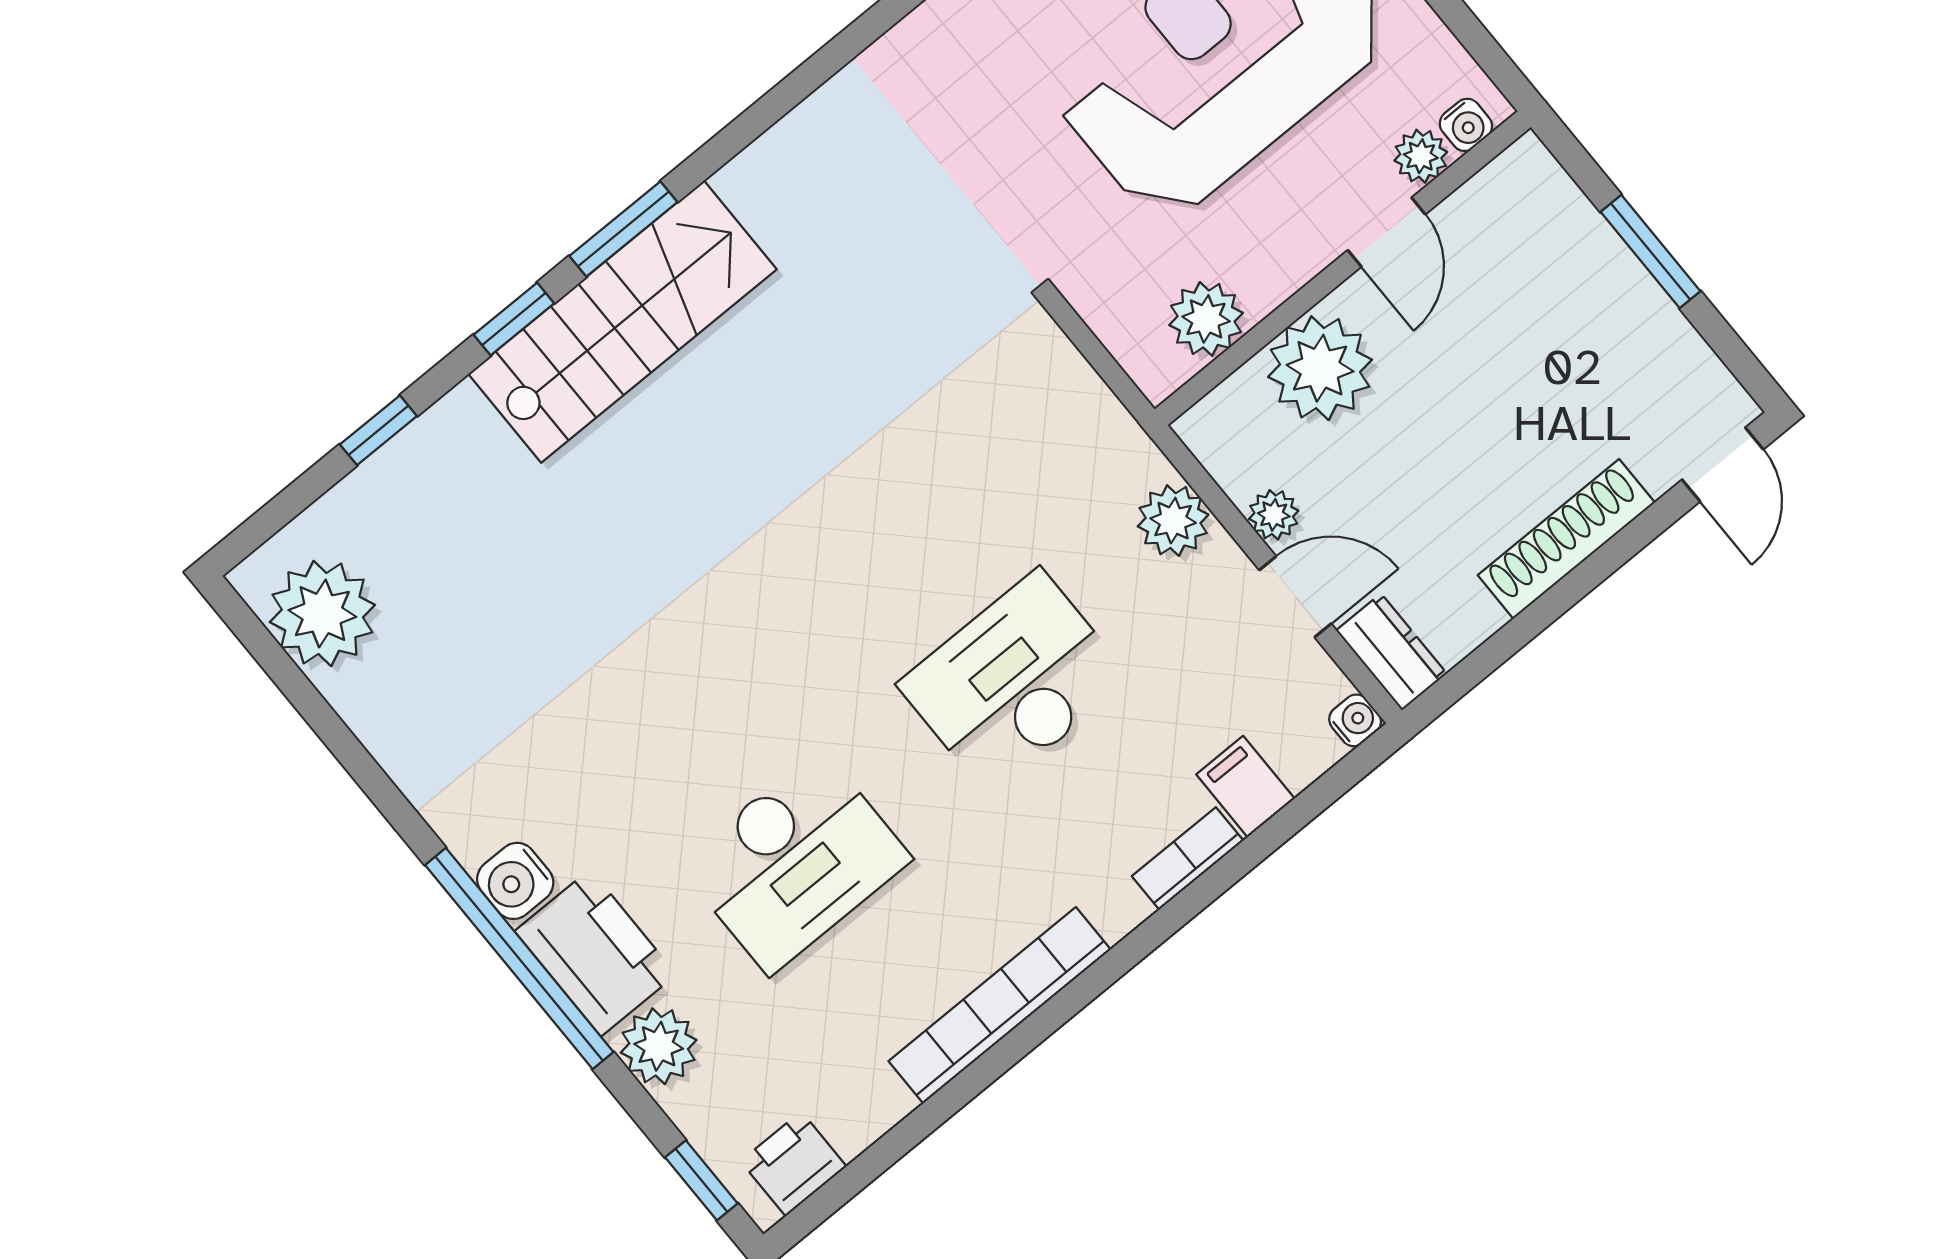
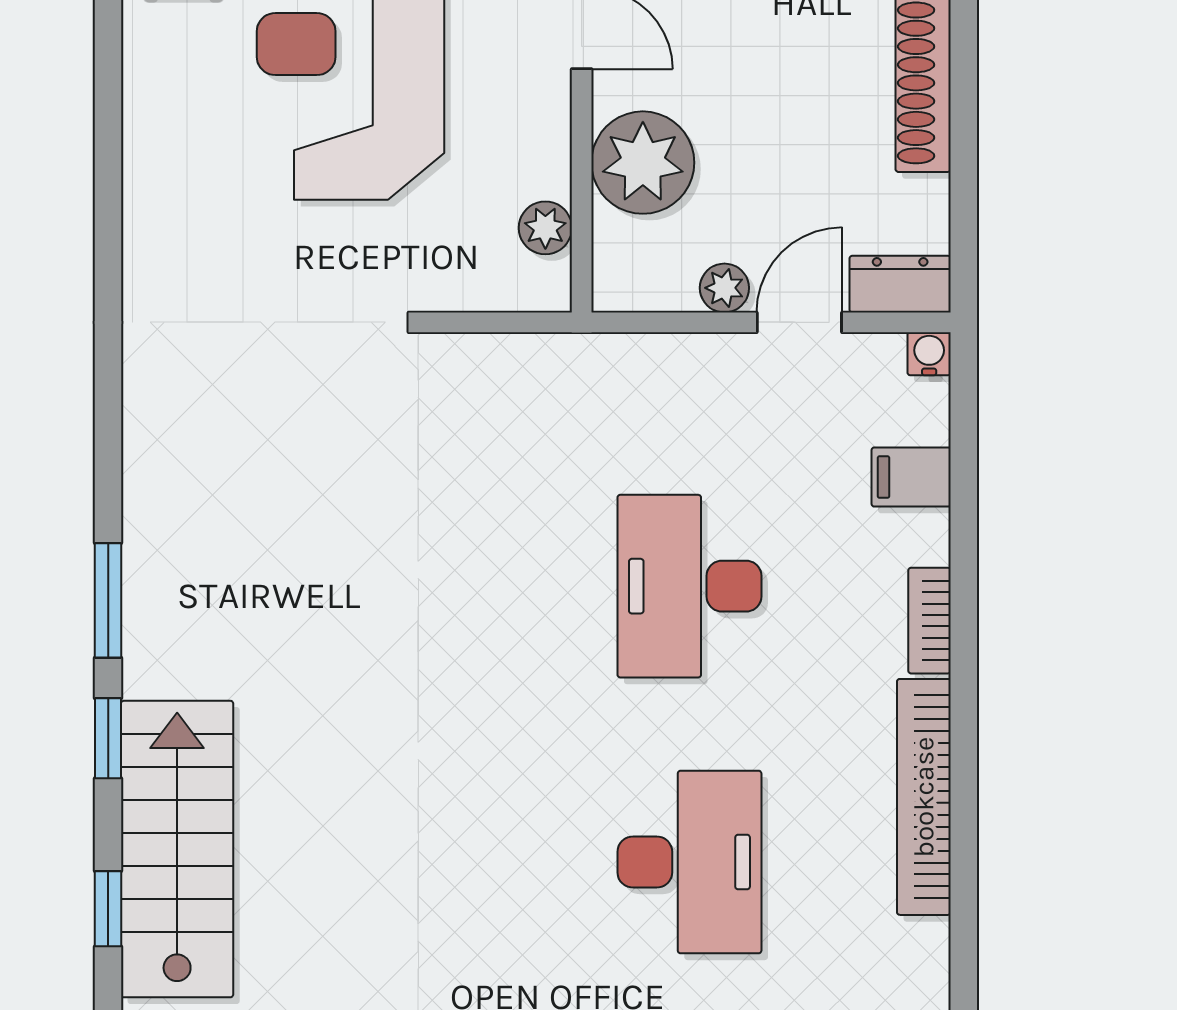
plant: (1206, 319) -> (545, 228), width x0.73, depth x0.73
stairs: (622, 322) -> (177, 849), moved
plant: (1173, 521) -> (667, 367), removed
bookcase: (1188, 858) -> (930, 621), moved

